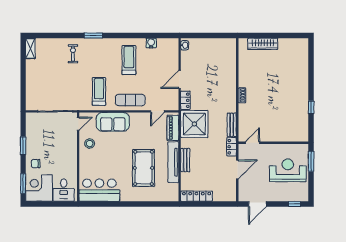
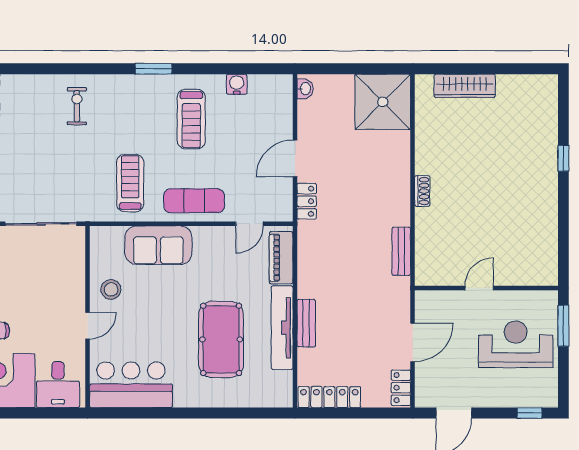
window: (93, 35) -> (154, 69), moved
treadmill: (129, 60) -> (191, 119), turned 180
window: (311, 107) -> (563, 158), moved
door: (78, 124) -> (87, 326), moved
shower: (194, 124) -> (383, 102), moved
door: (253, 143) -> (479, 288), moved
locker: (232, 147) -> (401, 388), moved

